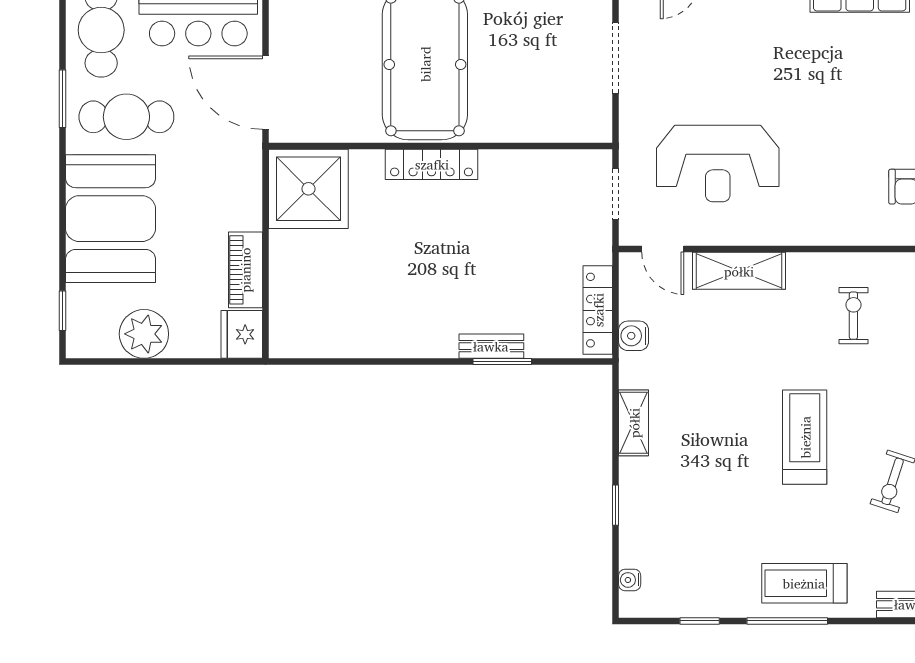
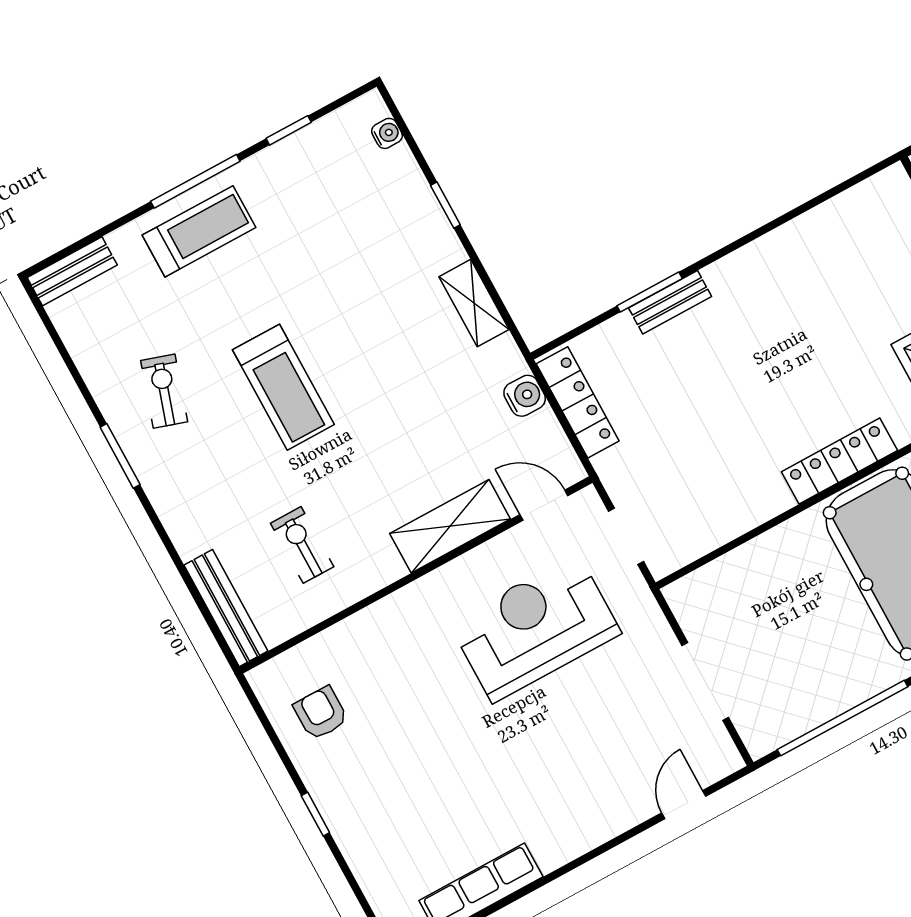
exercise bike: (853, 316) -> (302, 545), turned 180

